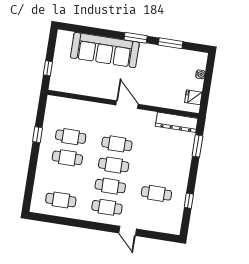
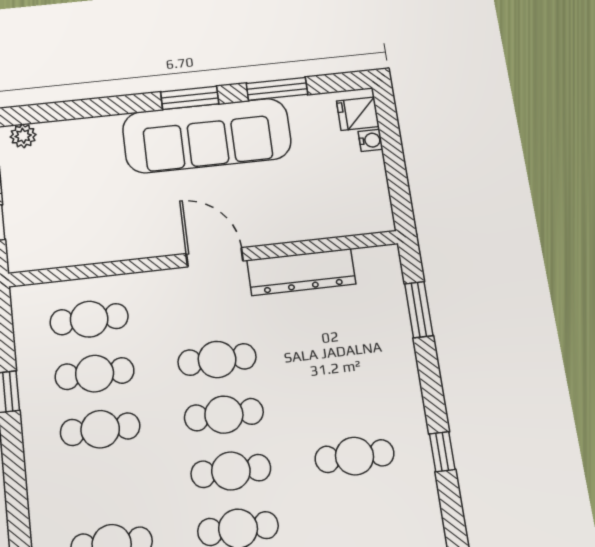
plant: (68, 36) -> (23, 136), added
sofa: (105, 50) -> (207, 136), moved
fridge: (193, 97) -> (358, 114), moved
cafe table: (74, 116) -> (89, 319), added
dresser: (177, 122) -> (301, 272), moved

